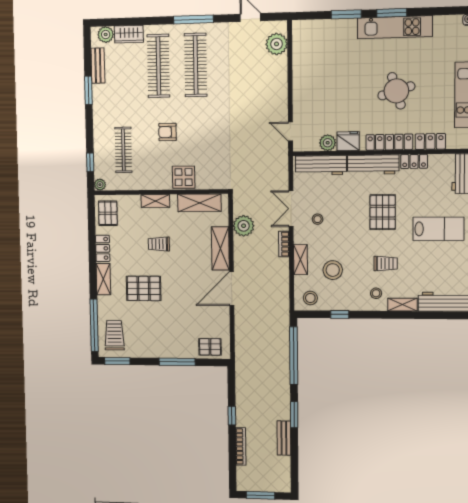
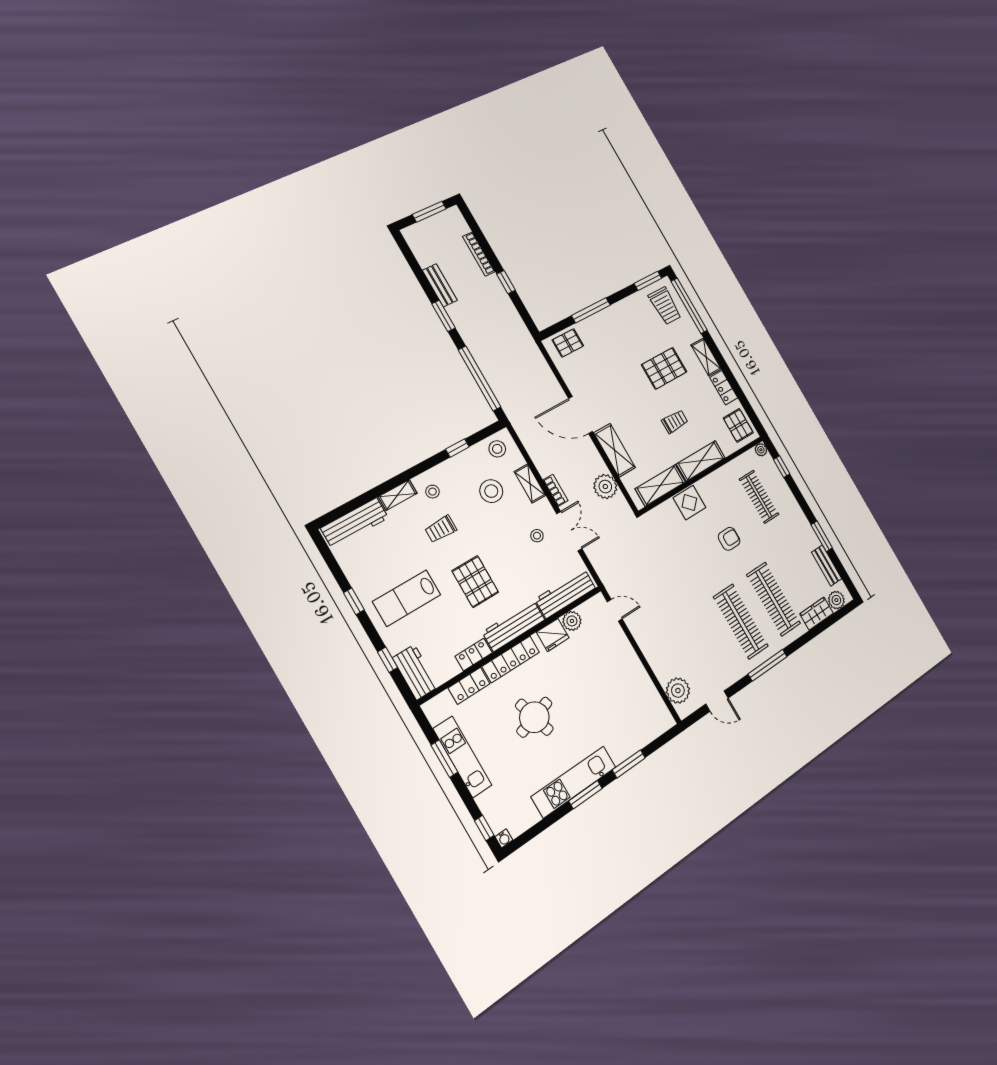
shelving: (155, 201) -> (701, 461), width x1.50, depth x1.33
door: (232, 289) -> (581, 415), swing flipped

